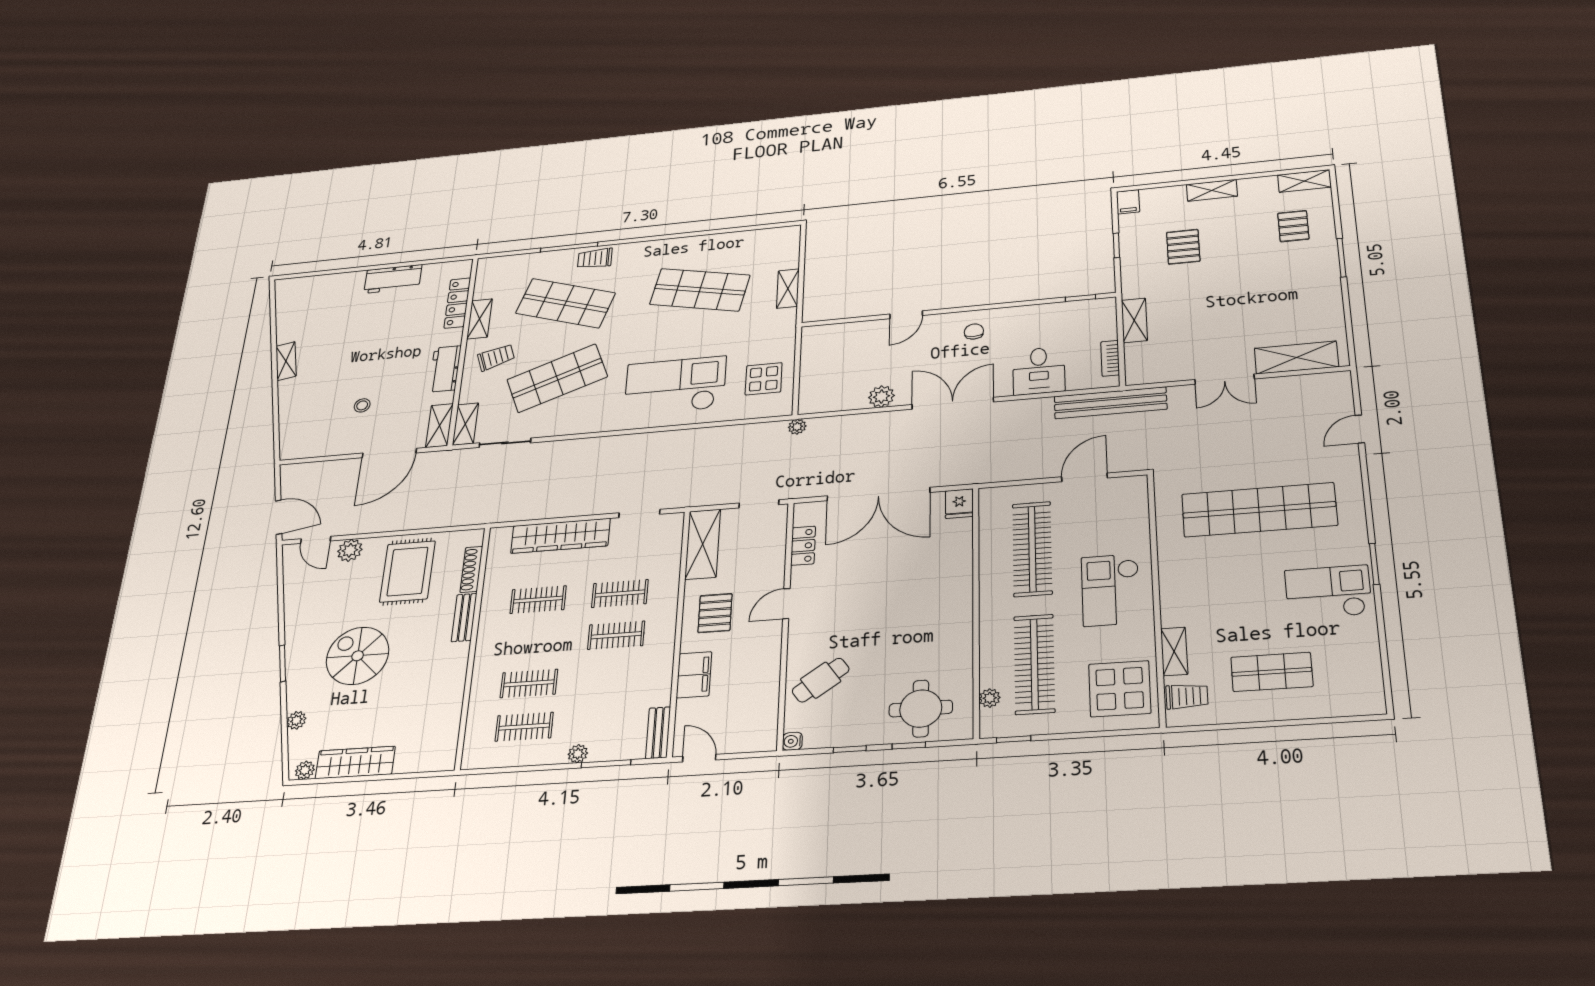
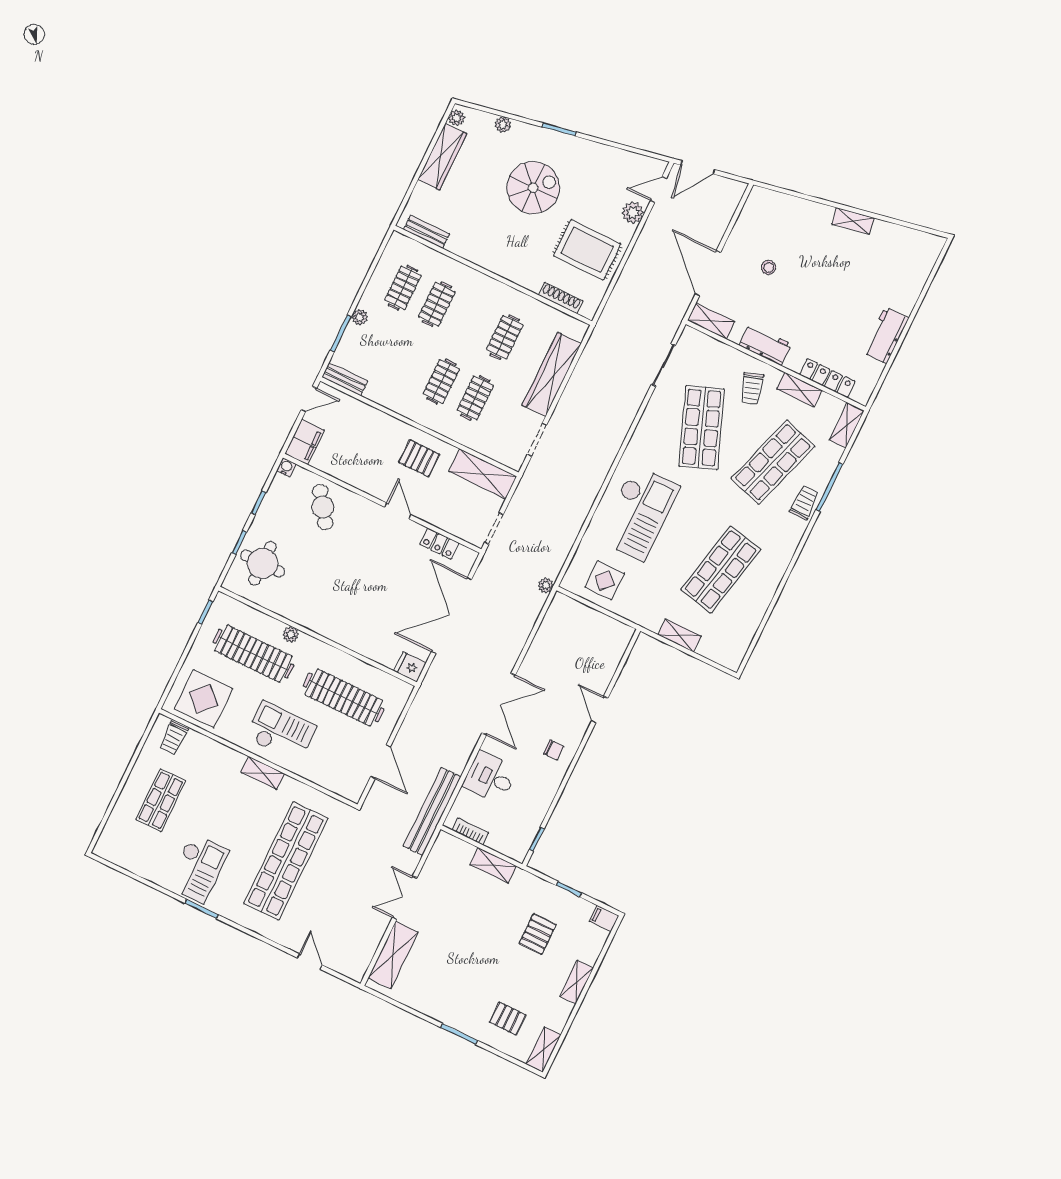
pallet: (1183, 247) -> (538, 934), turned 90
plant: (881, 397) -> (536, 657), removed
shelving: (465, 424) -> (847, 425), moved, turned 90
bench: (464, 617) -> (426, 232), moved
shelving: (1174, 651) -> (263, 773), moved
filing cabinet: (694, 675) -> (305, 442), moved, turned -90
plant: (990, 698) -> (291, 634), moved

